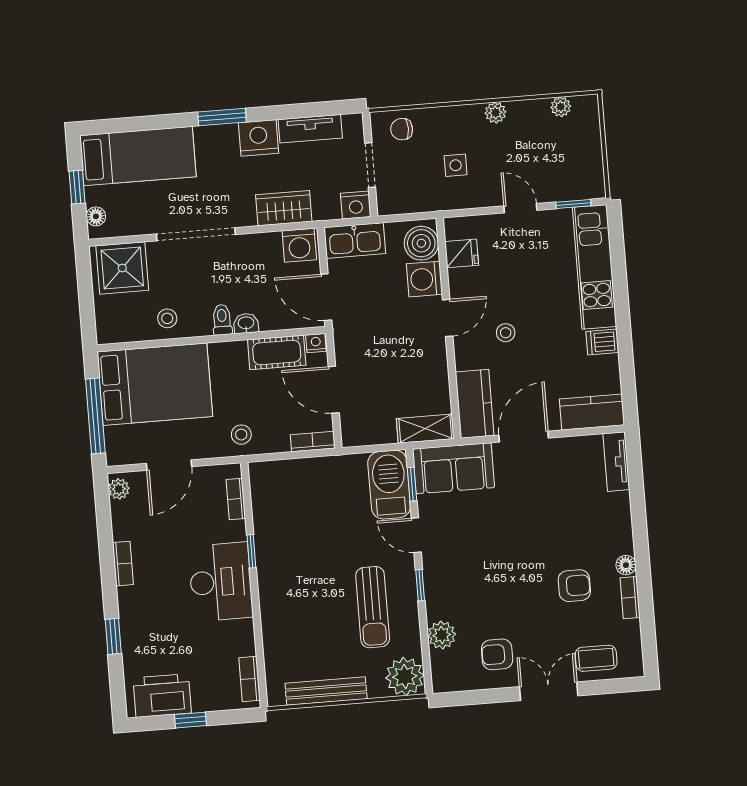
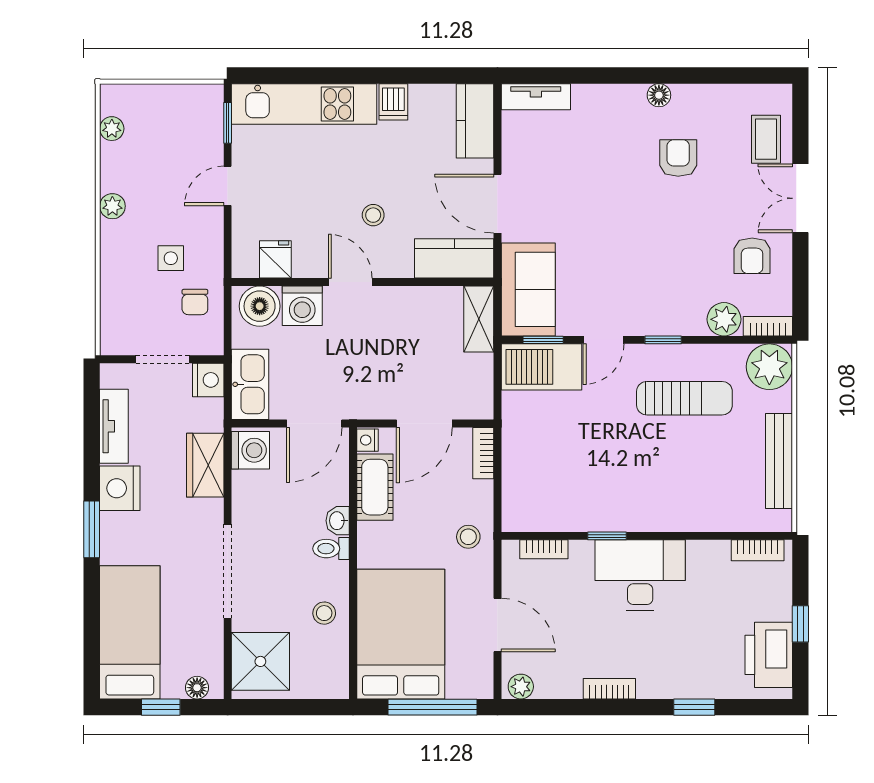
chair: (402, 129) -> (195, 302), moved
bookcase: (630, 598) -> (768, 326), moved, turned 180

